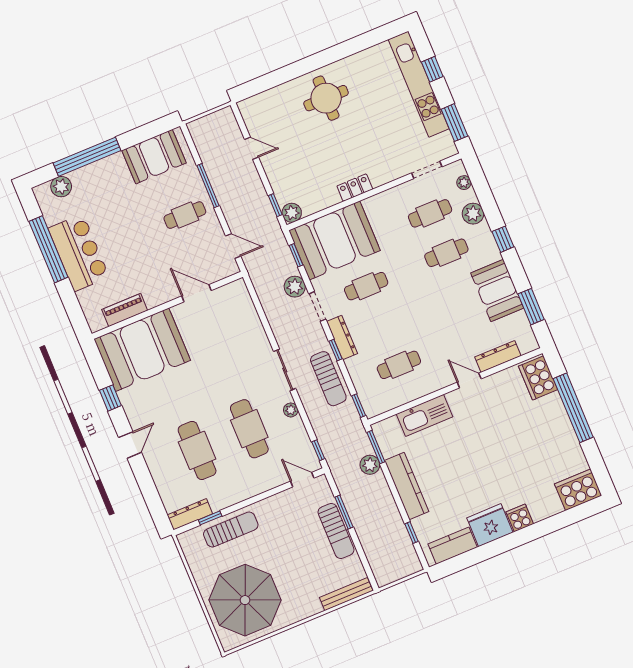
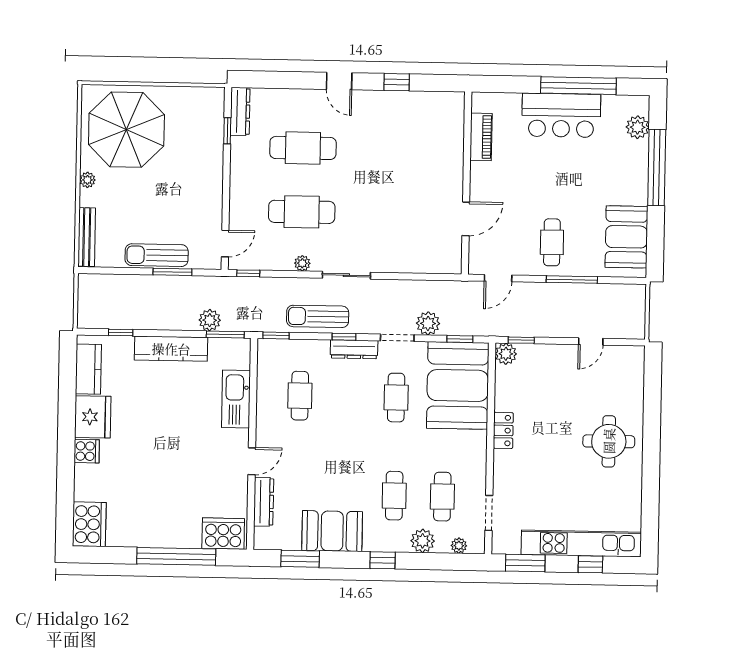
booth: (142, 350) -> (432, 137), removed
sun lounger: (231, 530) -> (206, 147), removed
plant: (300, 614) -> (87, 180), added

